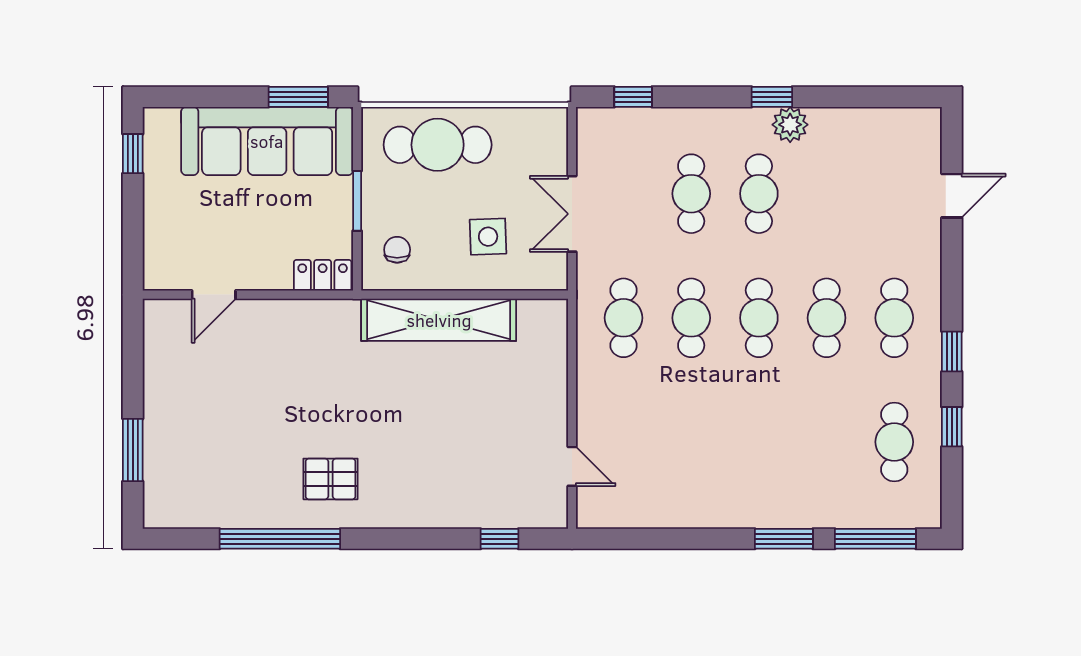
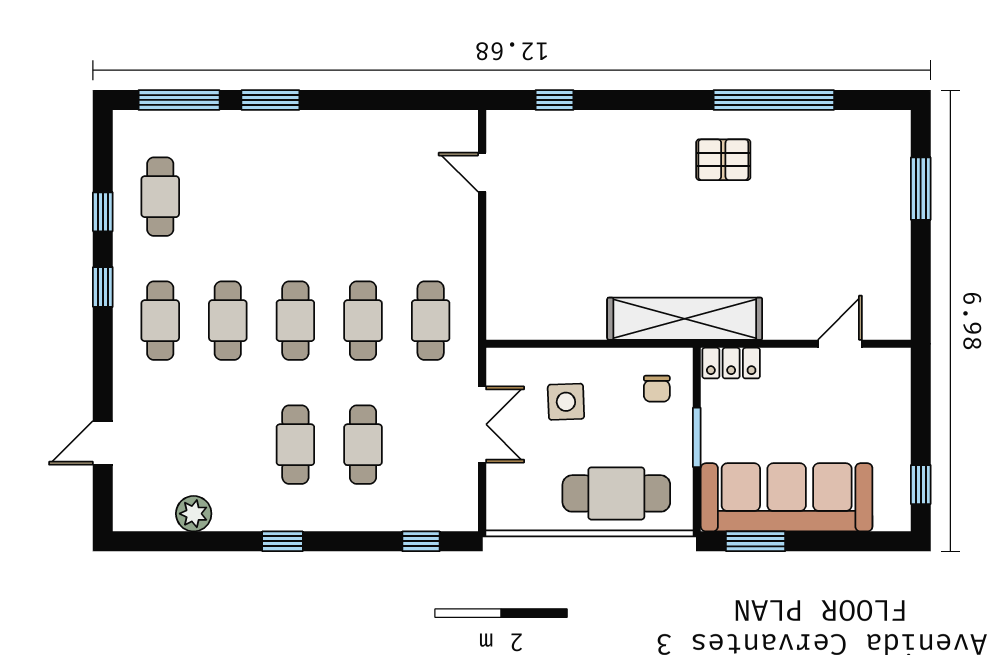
plant: (790, 125) -> (194, 514), moved
shelving: (439, 320) -> (685, 319), moved

